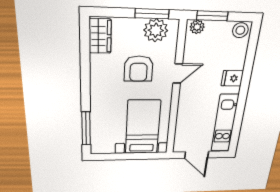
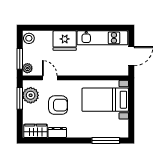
dresser: (97, 67) -> (57, 133), added
door: (178, 74) -> (50, 78), moved
fridge: (232, 78) -> (65, 41), width x1.88, depth x1.34

